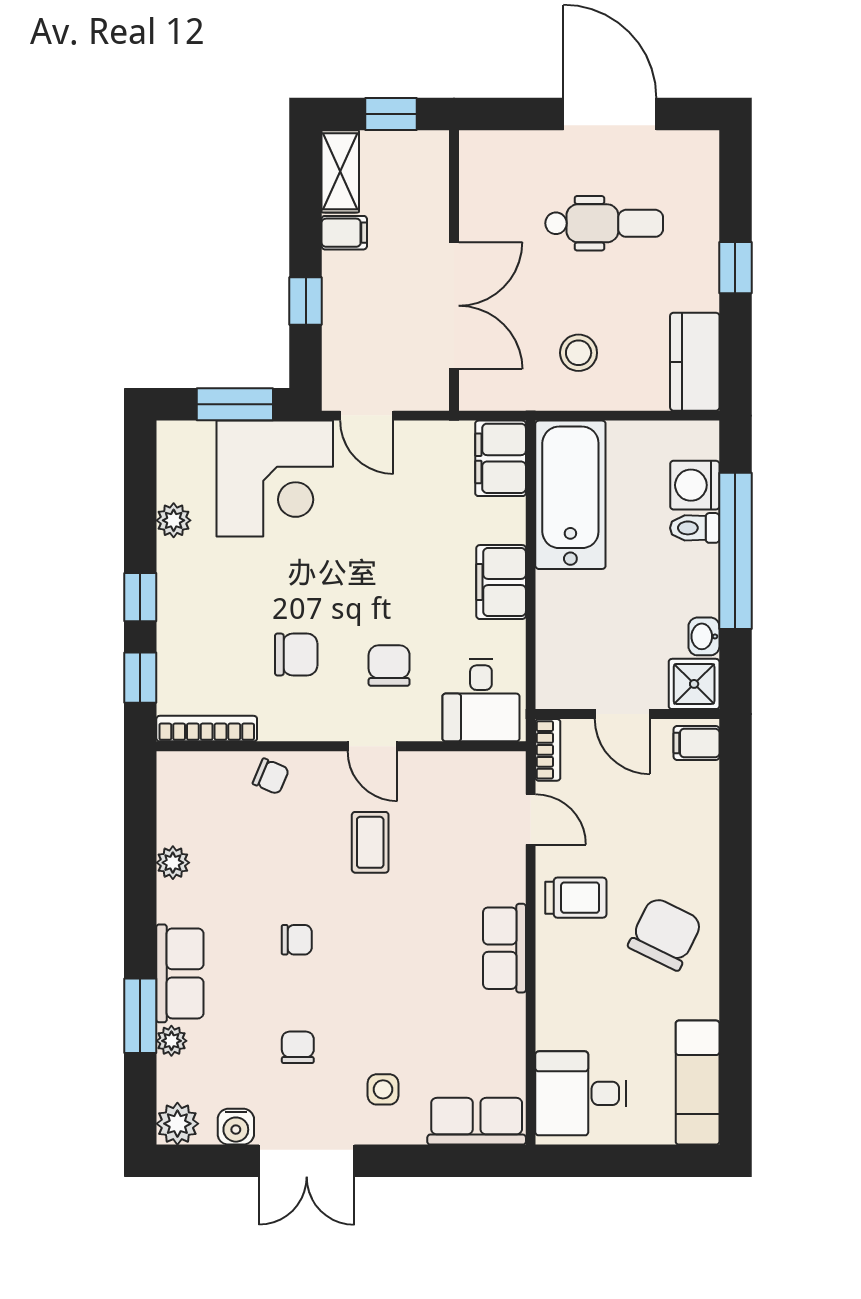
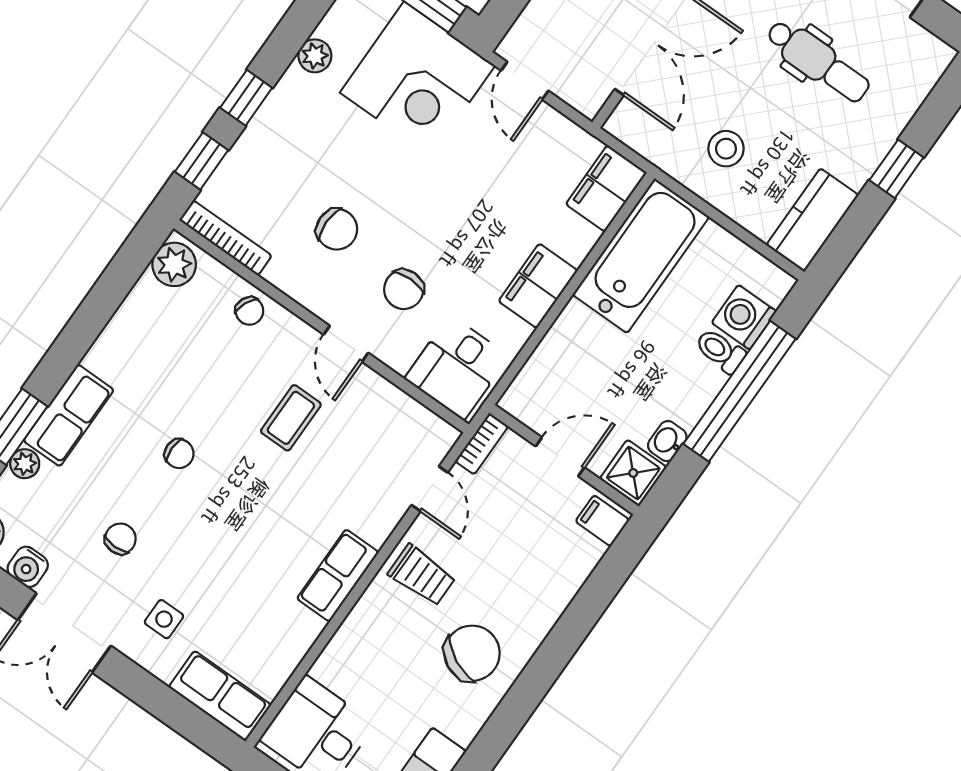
chair: (389, 666) -> (404, 289), turned 180
door: (622, 714) -> (560, 457), swing flipped
plant: (173, 863) -> (174, 264), moved, width x1.38, depth x1.38

